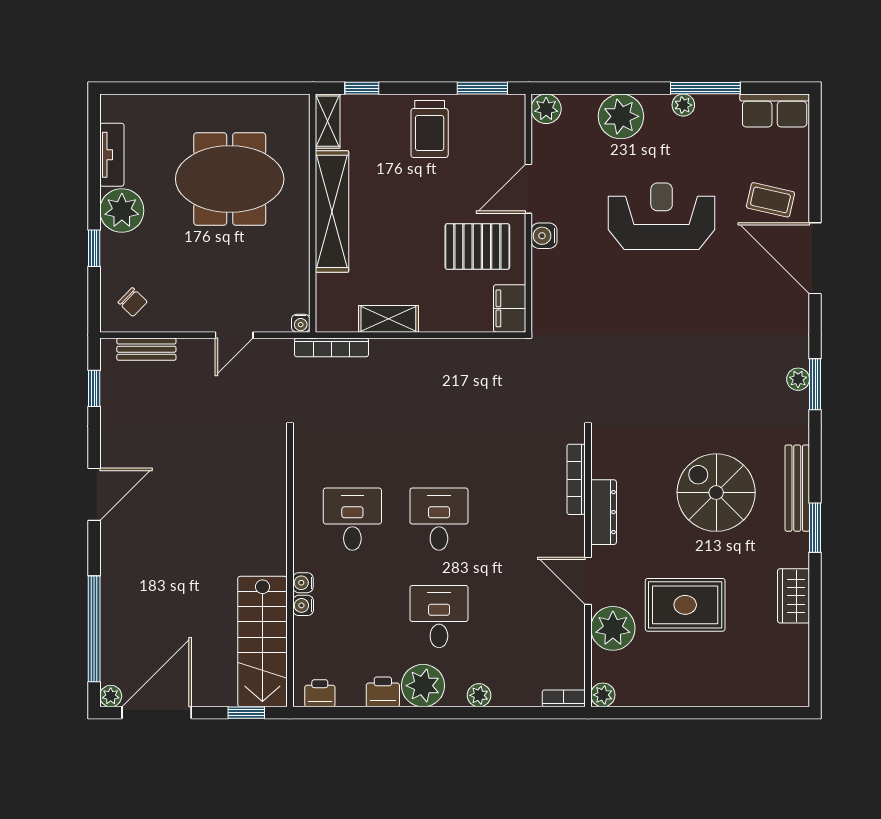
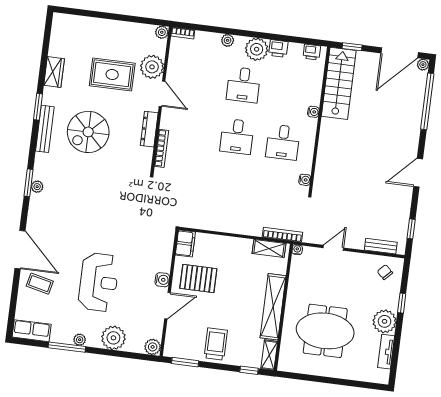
reception desk: (662, 216) -> (99, 282), turned -90
shelving: (388, 319) -> (269, 248), moved
spiral stairs: (716, 493) -> (88, 132), turned 90
water cooler: (303, 605) -> (305, 180), moved

